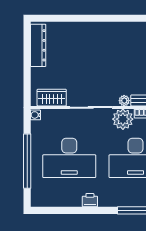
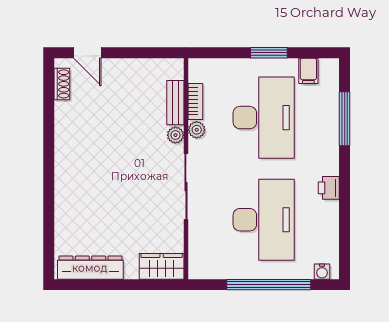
wardrobe: (52, 98) -> (162, 266), moved, turned 90
water cooler: (35, 115) -> (322, 272), moved
plant: (123, 119) -> (197, 130), width x0.53, depth x0.53

